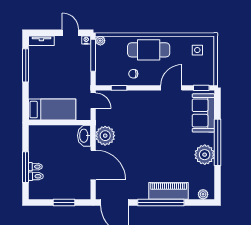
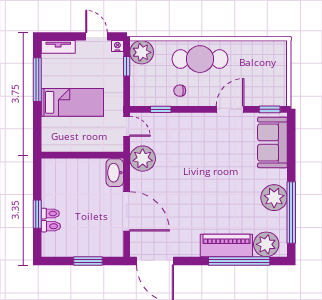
plant: (100, 41) -> (142, 52), width x1.88, depth x1.88
side table: (197, 50) -> (264, 59), removed
window: (93, 55) -> (127, 66), width x0.46
bed: (52, 110) -> (72, 102), moved
plant: (105, 136) -> (143, 159), moved
window: (218, 142) -> (291, 213), moved
window: (26, 167) -> (37, 214), width x0.69
plant: (203, 194) -> (266, 244), width x1.87, depth x1.87
window: (161, 202) -> (239, 261), moved

